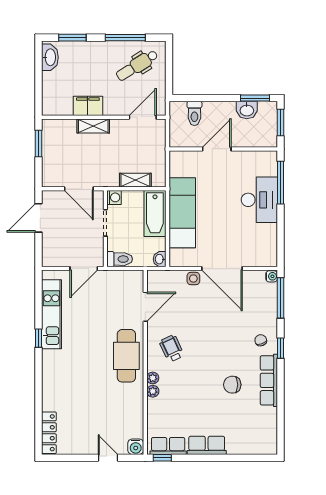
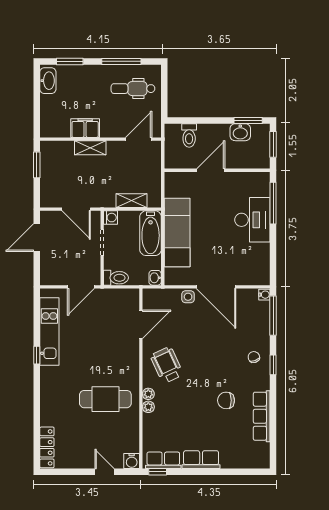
dental chair: (137, 65) -> (133, 89), turned 32
wheelchair: (172, 348) -> (167, 365), width x1.36, depth x1.37
cafe table: (126, 356) -> (105, 399), moved, turned 90
row of seats: (269, 380) -> (262, 416), moved

